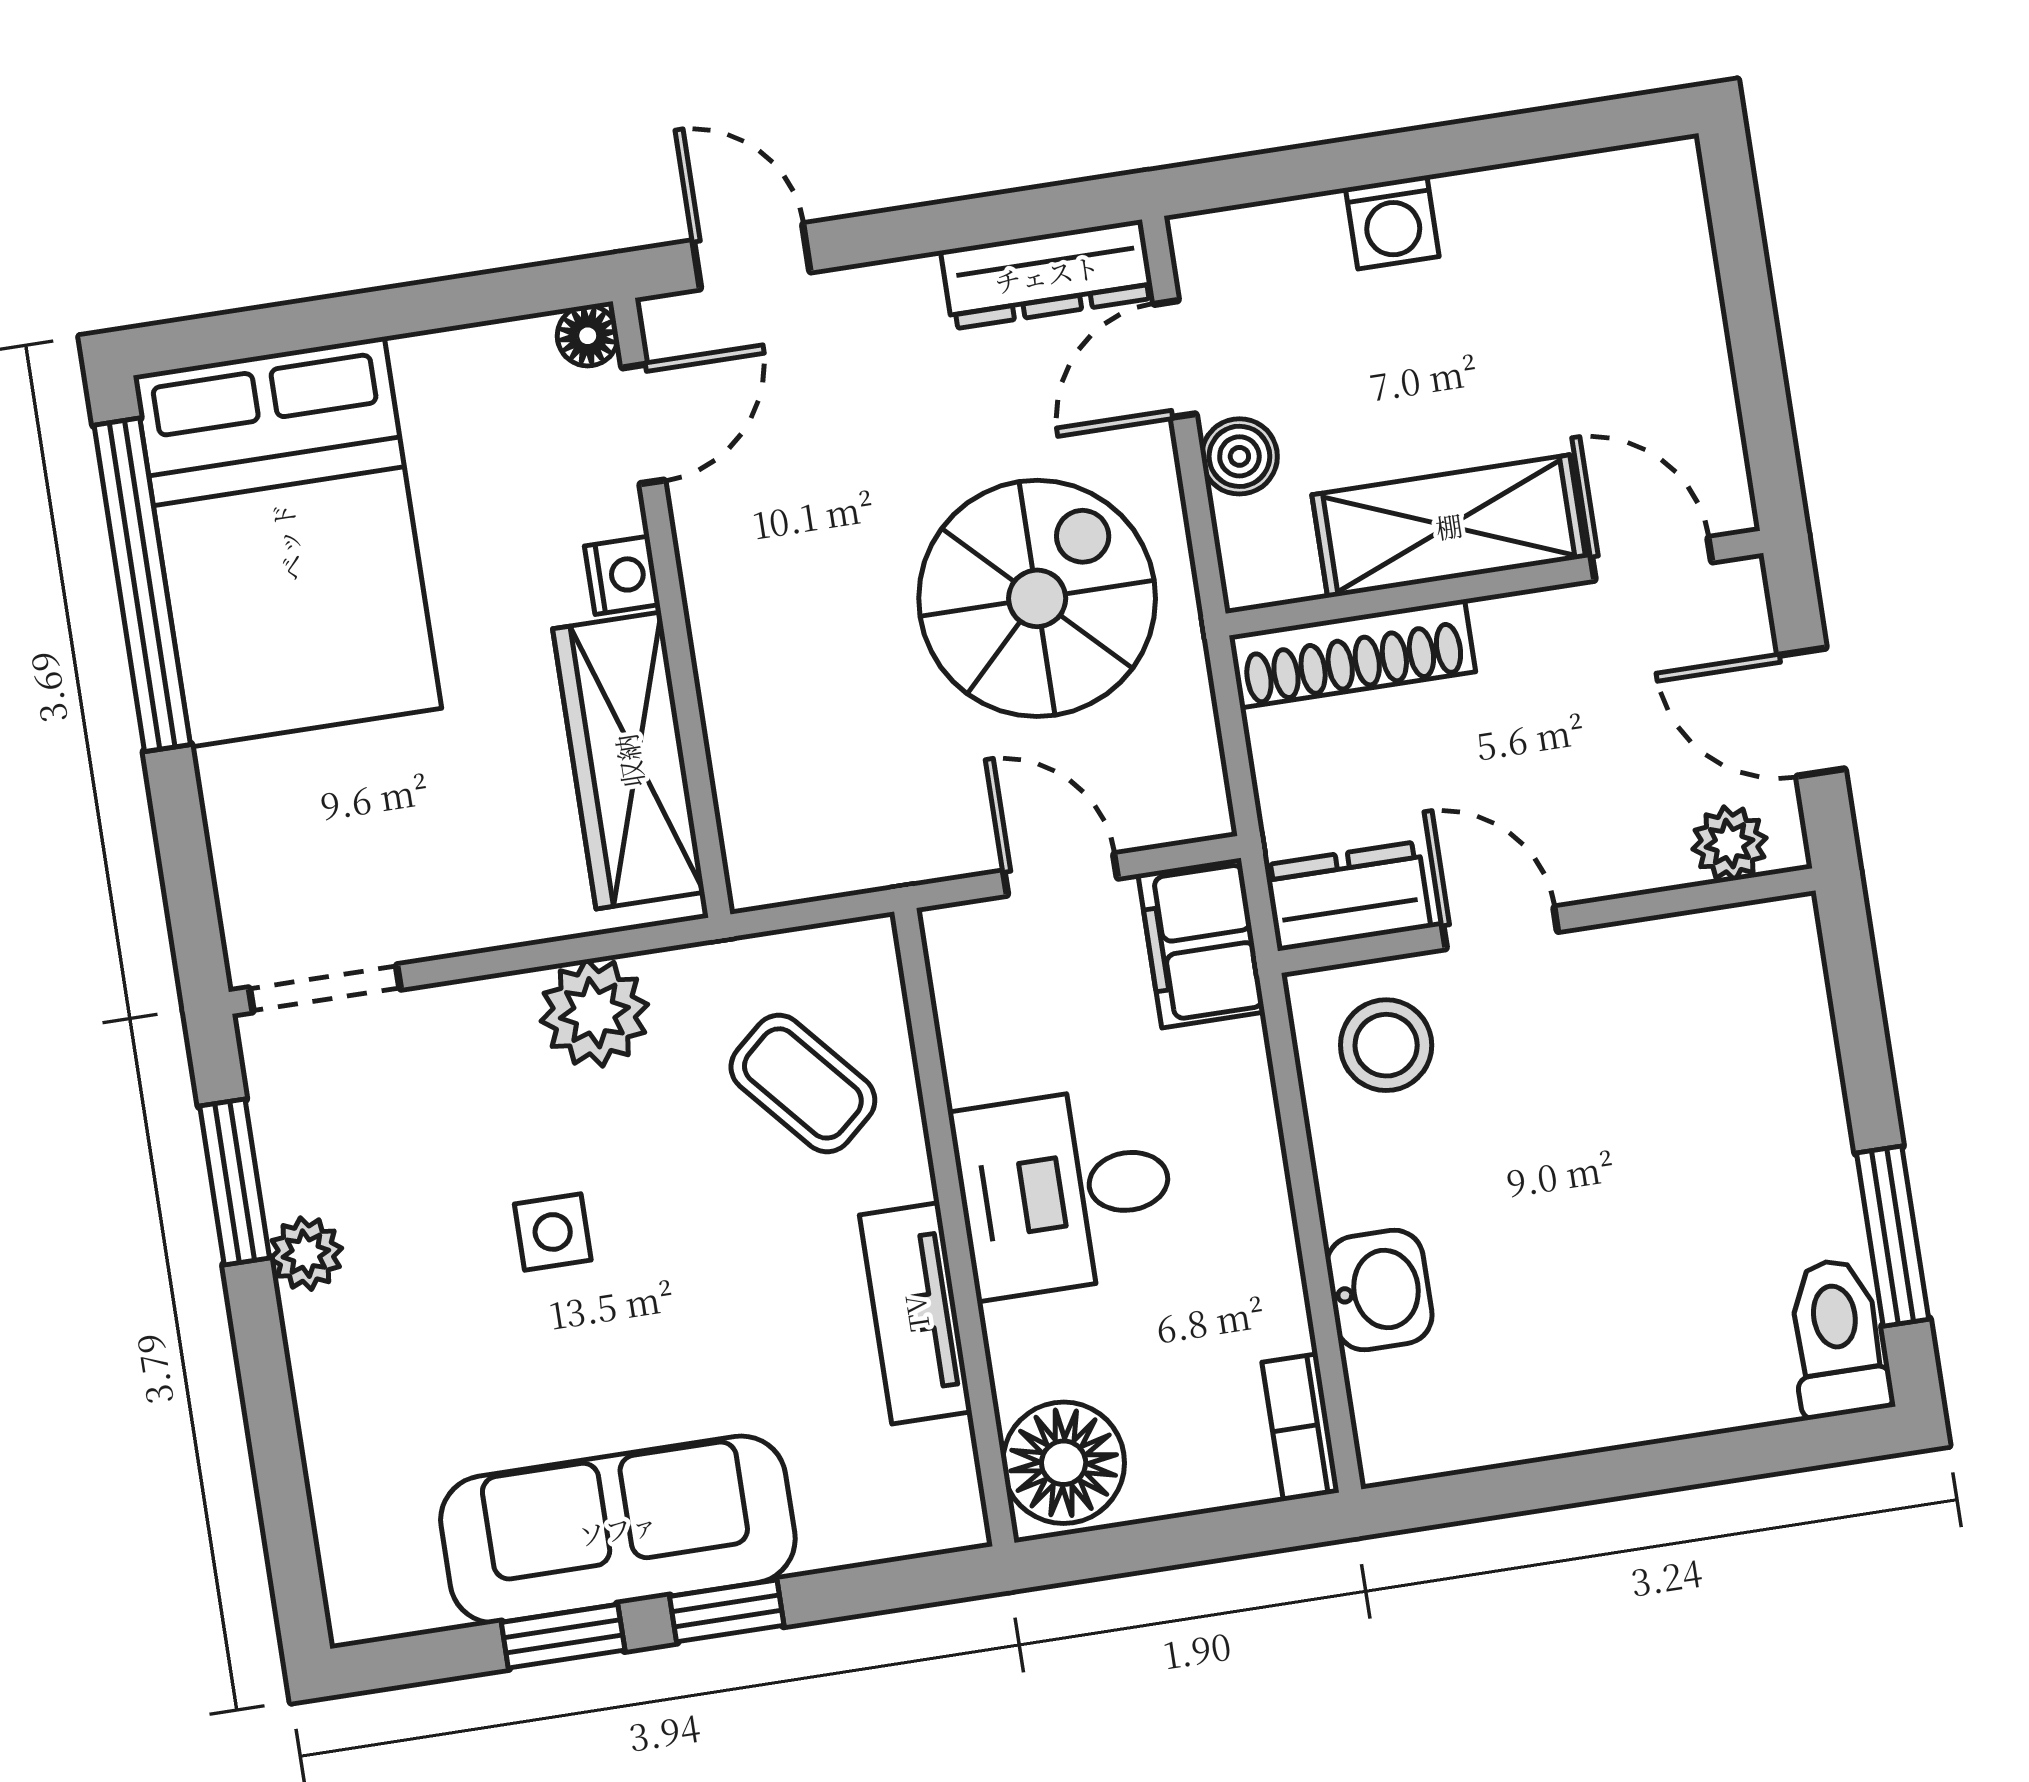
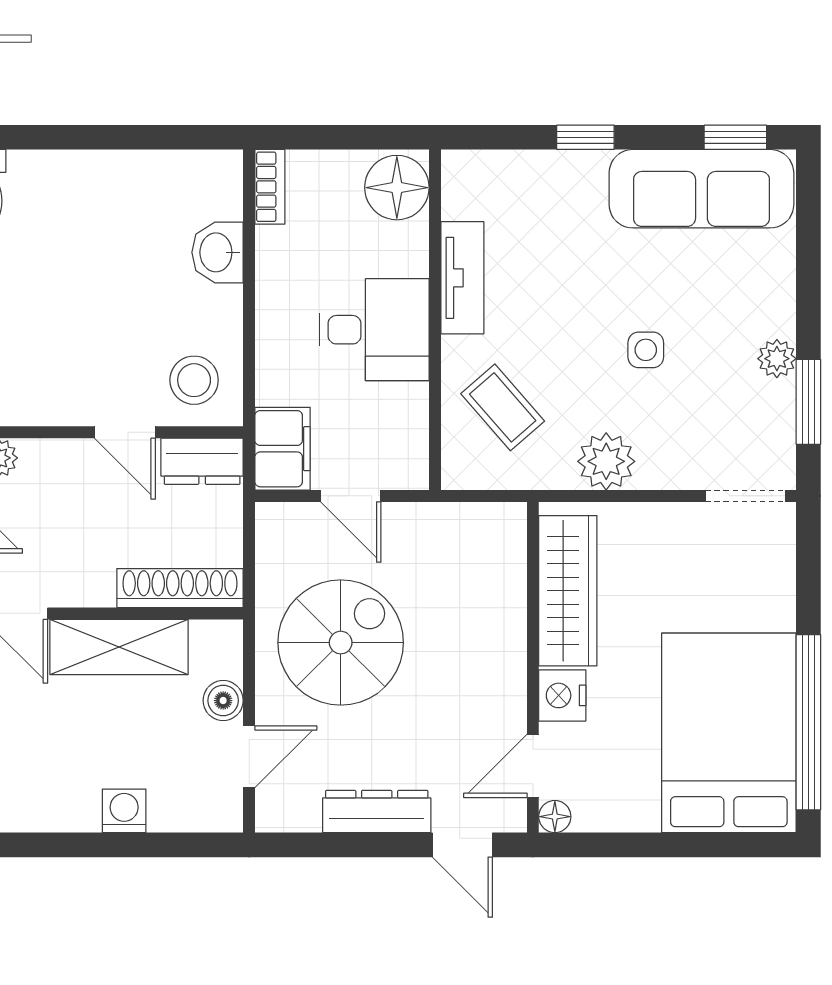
dresser: (1047, 274) -> (377, 811), moved
nightstand: (622, 575) -> (562, 695), width x1.39, depth x1.35
spiral stairs: (1037, 598) -> (341, 643), turned 180
sofa: (618, 1529) -> (701, 189), moved
window: (563, 1636) -> (735, 137), moved

